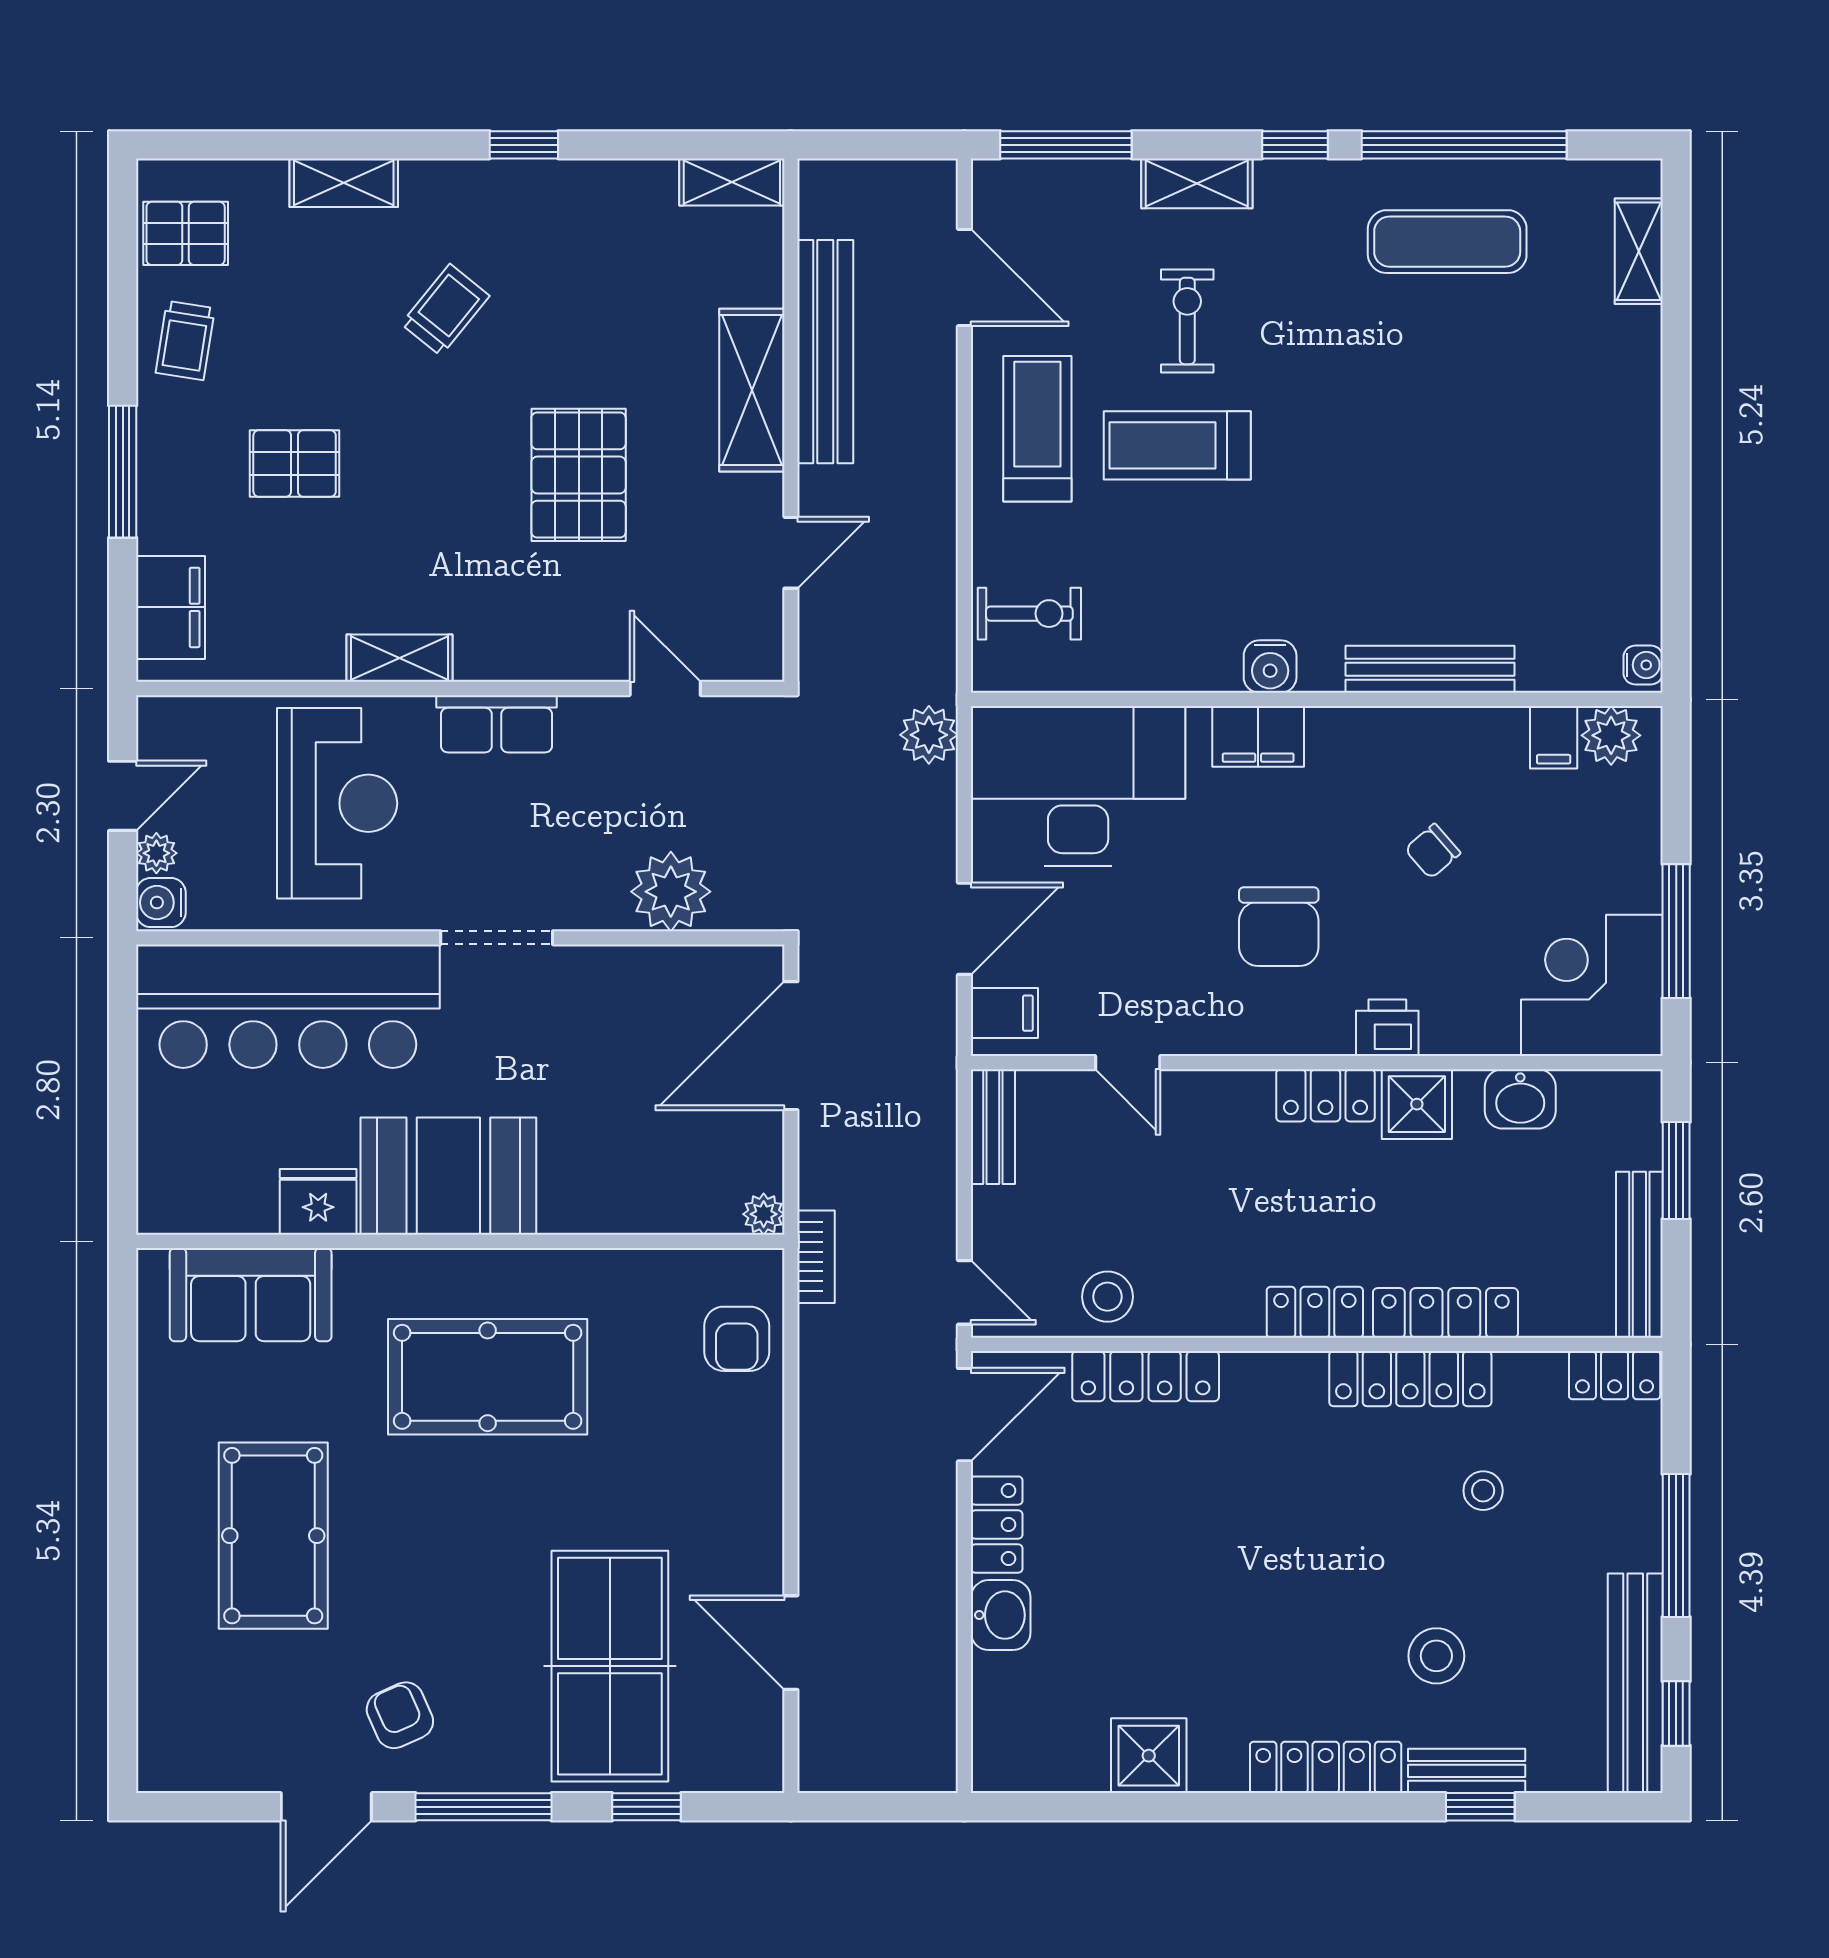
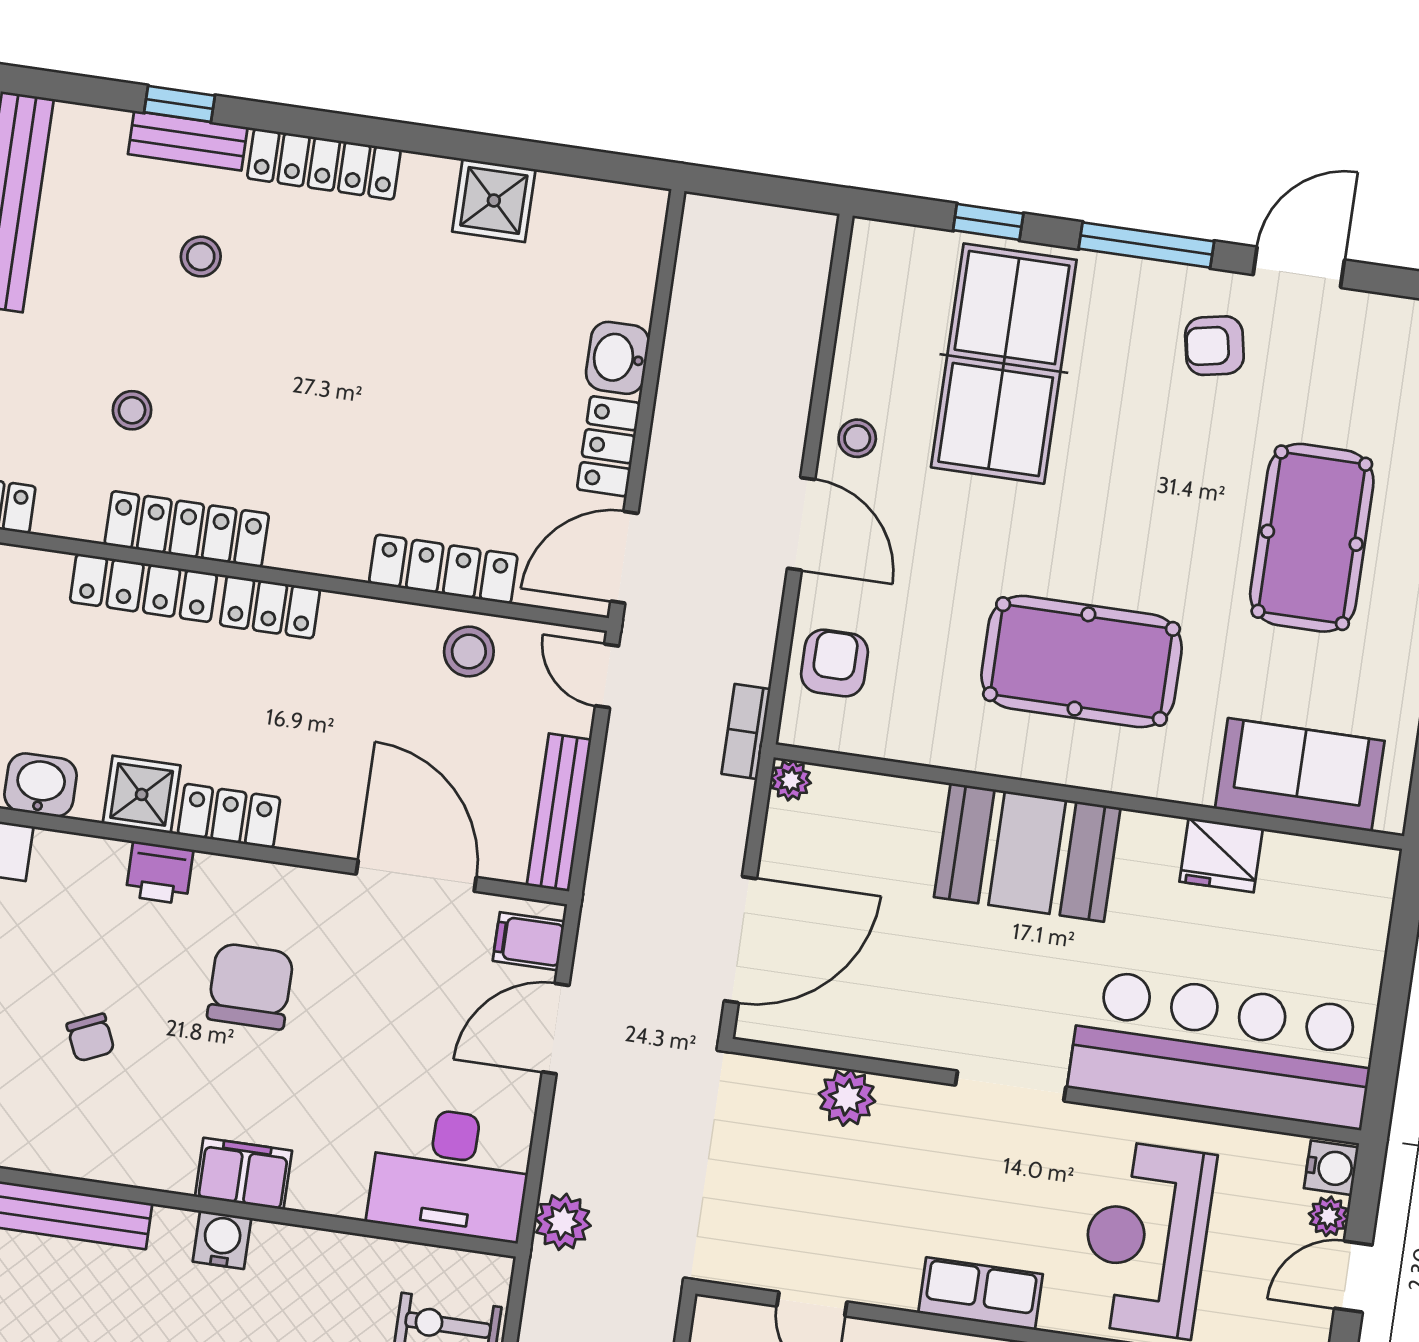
desk: (1078, 786) -> (450, 1173), width x0.73, depth x0.77
chair: (1433, 851) -> (91, 1038), turned 107
plant: (671, 892) -> (847, 1097), width x0.73, depth x0.73
door: (1128, 1063) -> (416, 876), width x1.87
bench: (993, 1127) -> (559, 812), width x1.36
booth: (448, 1176) -> (1027, 852), moved
stool: (747, 1569) -> (857, 438), added
door: (791, 1643) -> (801, 524), moved
stool: (1436, 1656) -> (201, 257), width x0.73, depth x0.73
armchair: (400, 1715) -> (1214, 346), turned 103

